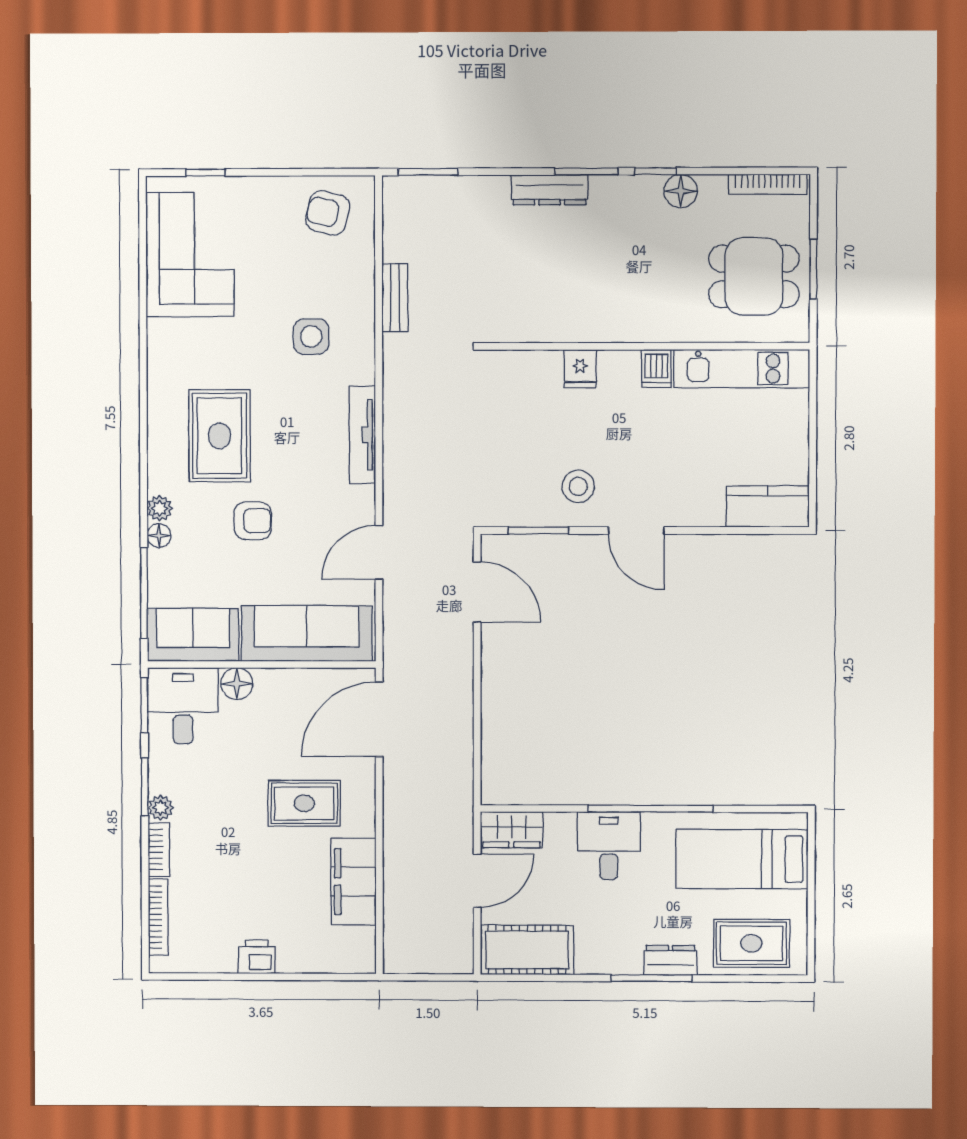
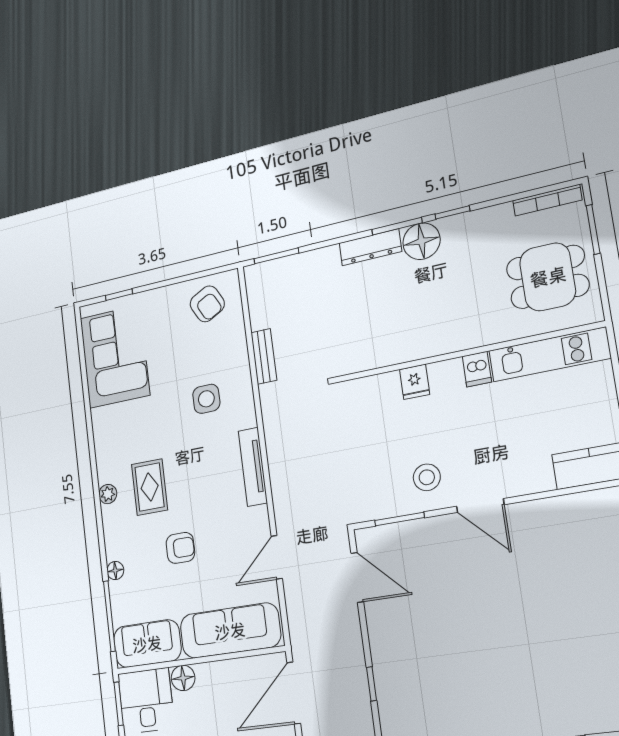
floor lamp: (681, 191) -> (421, 241), moved, width x1.38, depth x1.38
armchair: (328, 213) -> (207, 304), turned -132
window: (813, 269) -> (593, 229), moved
rug: (219, 436) -> (150, 487), width x0.73, depth x0.70
plant: (160, 508) -> (108, 494), moved
window: (477, 720) -> (371, 684), added

